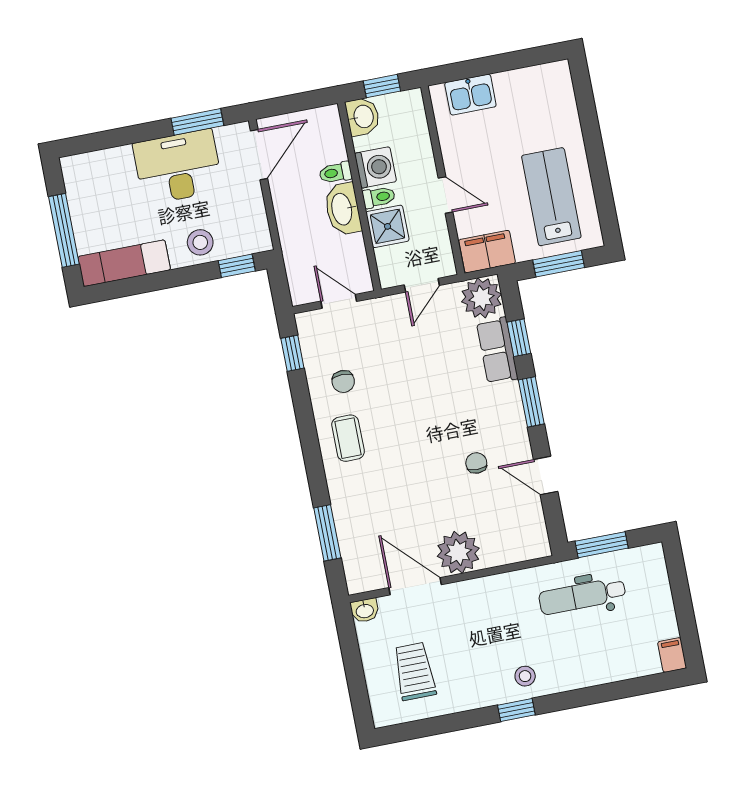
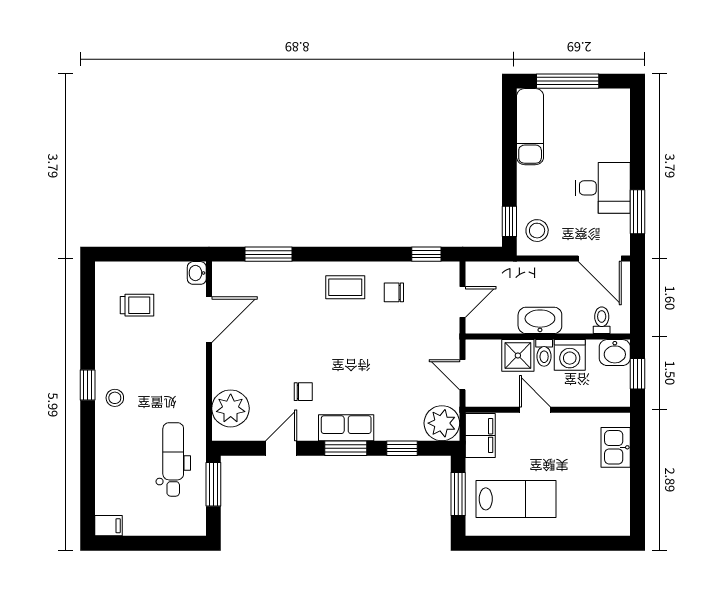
desk: (178, 167) -> (603, 188), width x0.73
toilet: (335, 173) -> (602, 320), moved
door: (446, 195) -> (535, 410), swing flipped
stool: (200, 242) -> (537, 231), moved
row of seats: (497, 351) -> (346, 428), moved
plant: (458, 552) -> (231, 408), moved
trolley: (415, 671) -> (137, 305), width x0.73, depth x0.72

